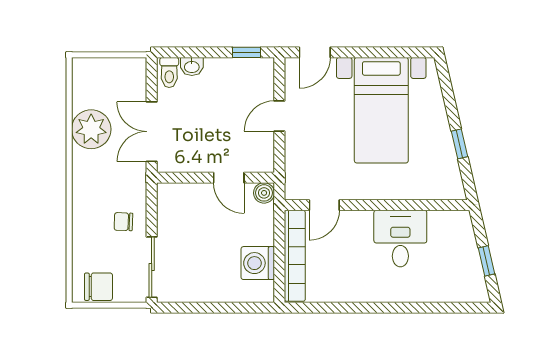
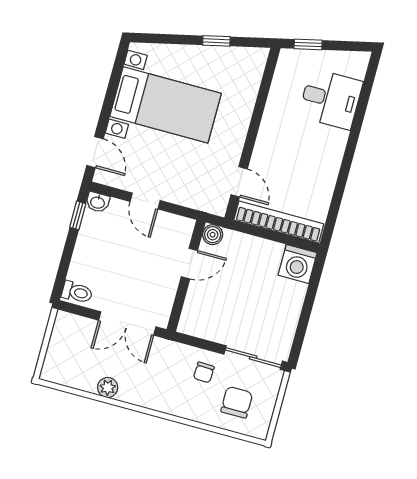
washbasin: (192, 66) -> (98, 202), moved, turned 90
plant: (91, 129) -> (108, 387), width x0.53, depth x0.53
desk: (400, 238) -> (331, 99), moved, turned 180
window: (486, 261) -> (308, 44), moved
washing machine: (258, 263) -> (298, 264), moved
chair: (98, 287) -> (237, 402), moved

